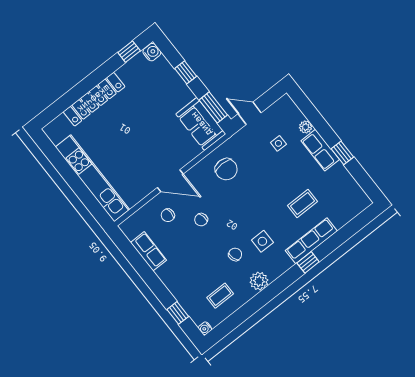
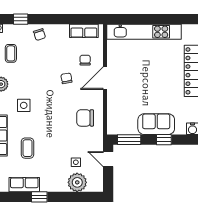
door: (250, 113) -> (108, 159), swing flipped
sofa: (201, 124) -> (156, 124), moved
plant: (306, 127) -> (77, 182), width x1.87, depth x1.87
row of seats: (320, 150) -> (24, 185), moved
row of seats: (148, 251) -> (84, 31), moved
chair: (235, 254) -> (40, 35), moved

